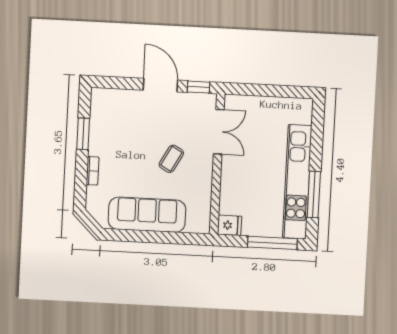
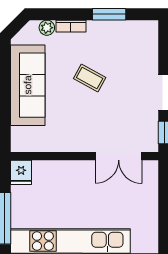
coffee table: (171, 159) -> (90, 78), moved
plant: (93, 194) -> (47, 28), added

